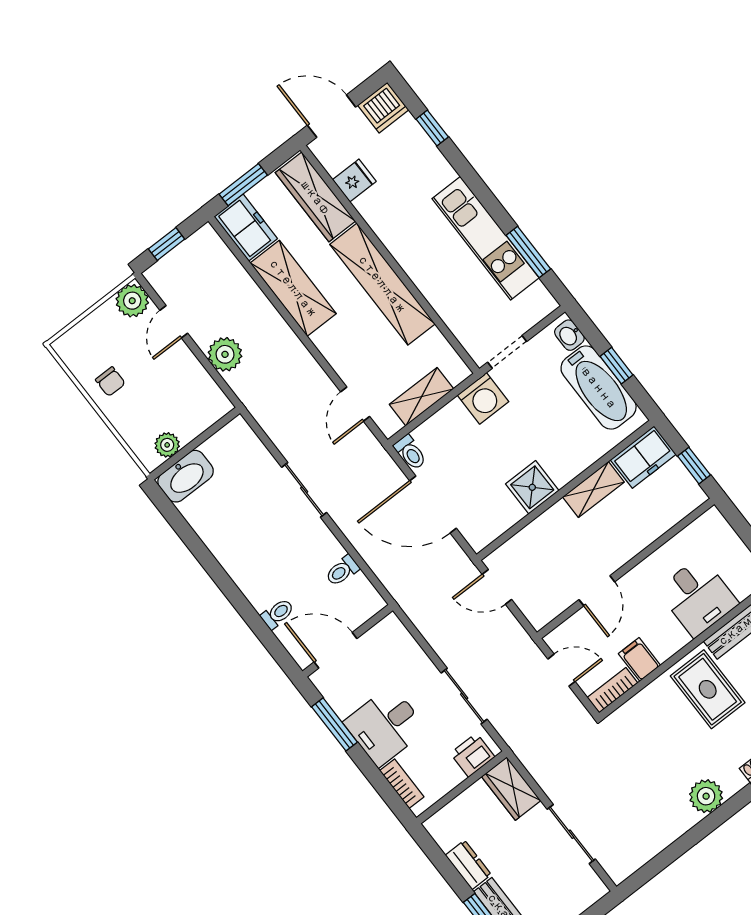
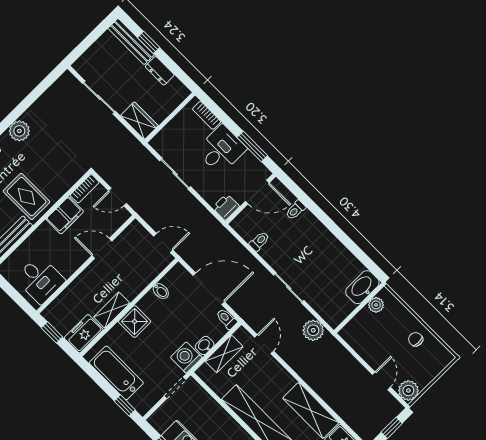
washbasin: (569, 335) -> (205, 345), moved, turned -90
plant: (225, 354) -> (313, 330), moved
window: (616, 366) -> (125, 405), moved
shower: (532, 487) -> (135, 322), moved
bidet: (511, 510) -> (161, 291), added
door: (597, 591) -> (102, 248), hinge flipped
desk: (698, 597) -> (40, 280), moved, turned 180
filing cabinet: (639, 659) -> (65, 215), width x2.00
printer: (473, 755) -> (226, 207), moved, turned 180

